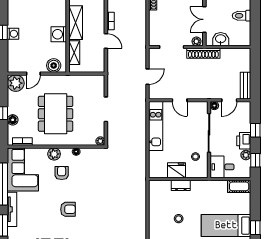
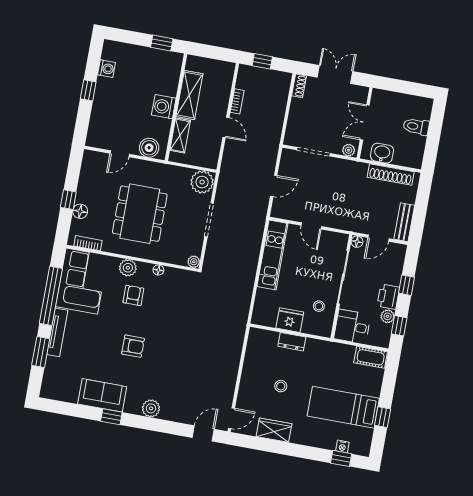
washing machine: (13, 34) -> (106, 69), moved
shoe rack: (203, 53) -> (391, 174), moved
plant: (16, 83) -> (202, 182), moved

